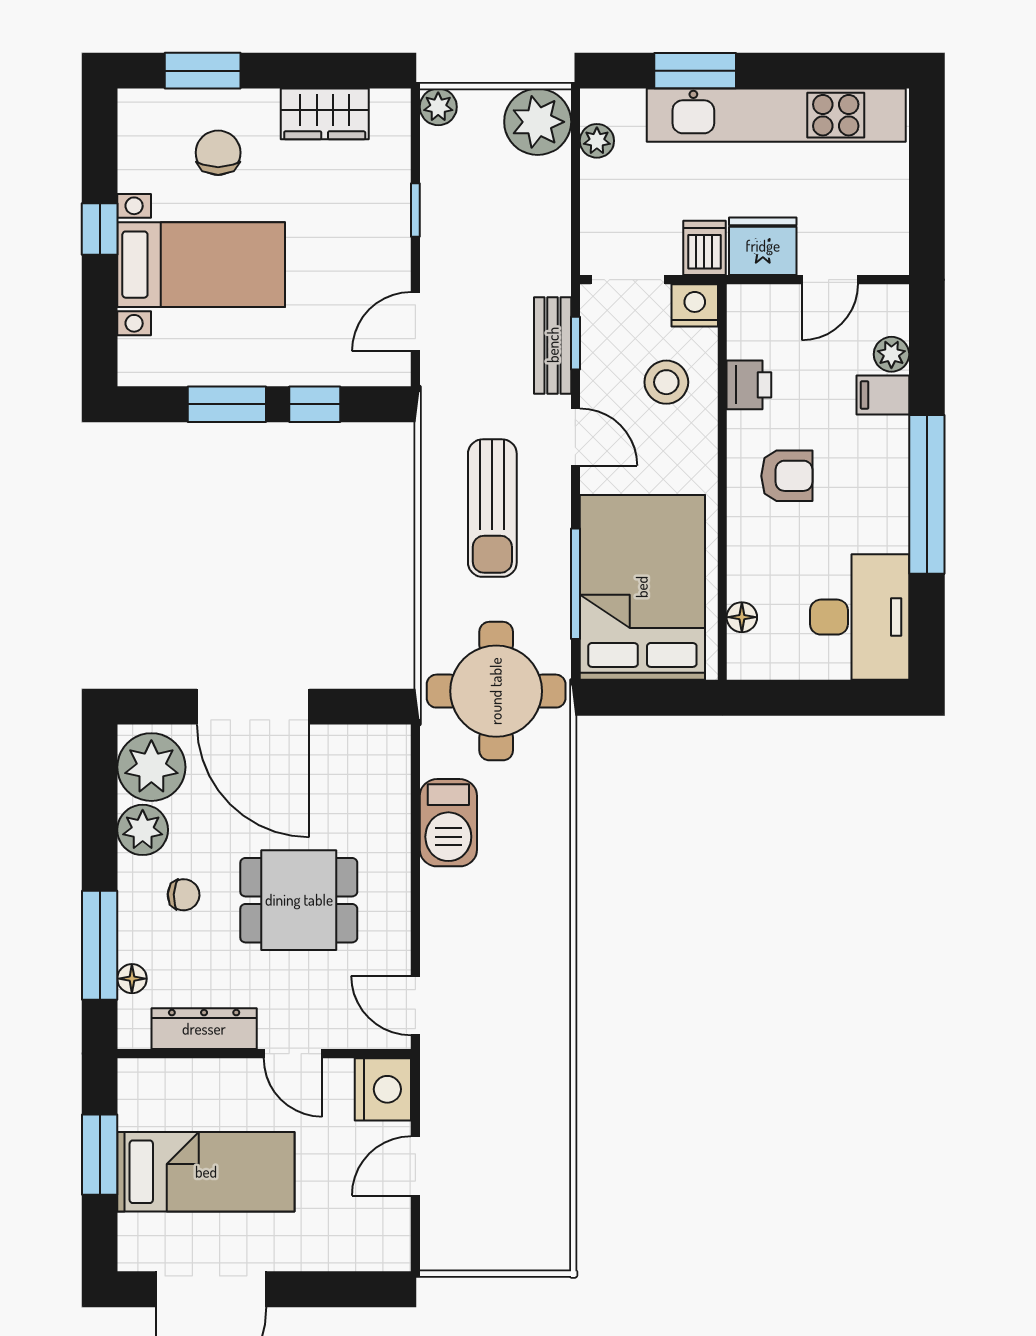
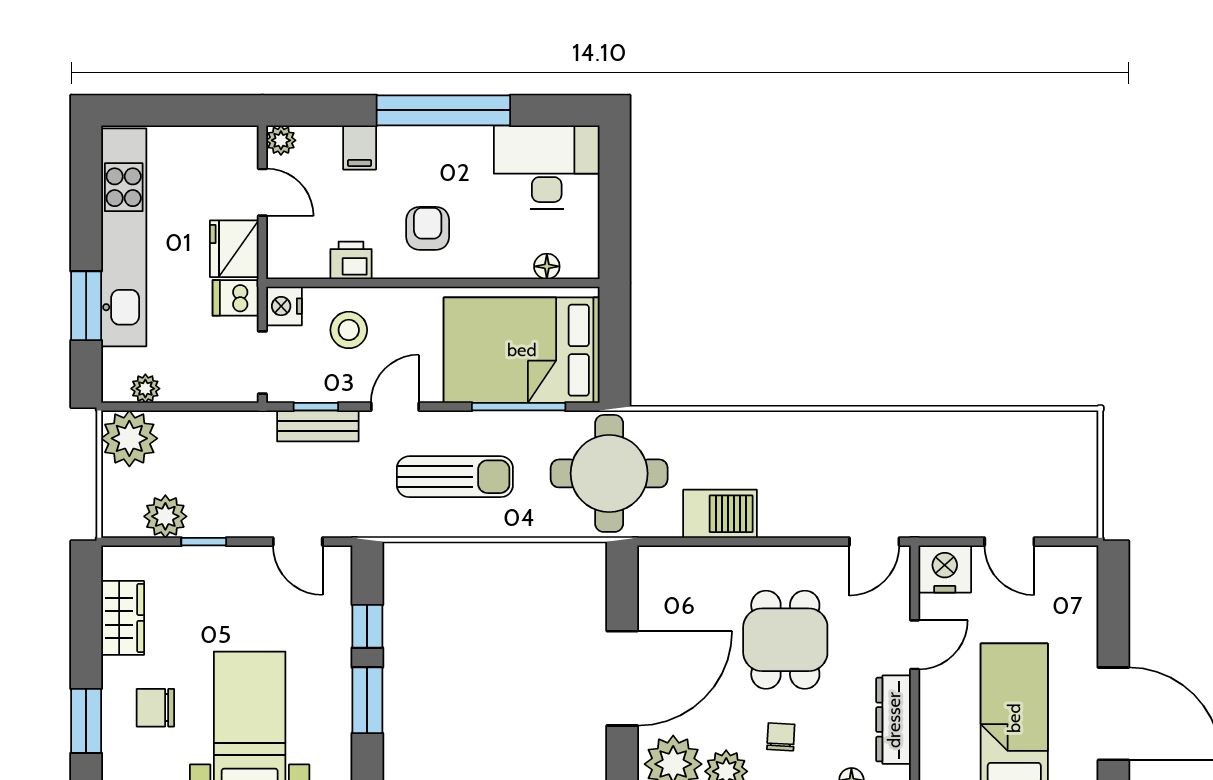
plant: (438, 107) -> (165, 516), moved, width x1.38, depth x1.38
plant: (891, 354) -> (281, 140), moved

